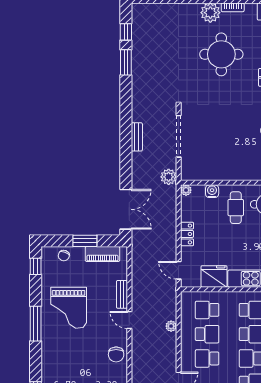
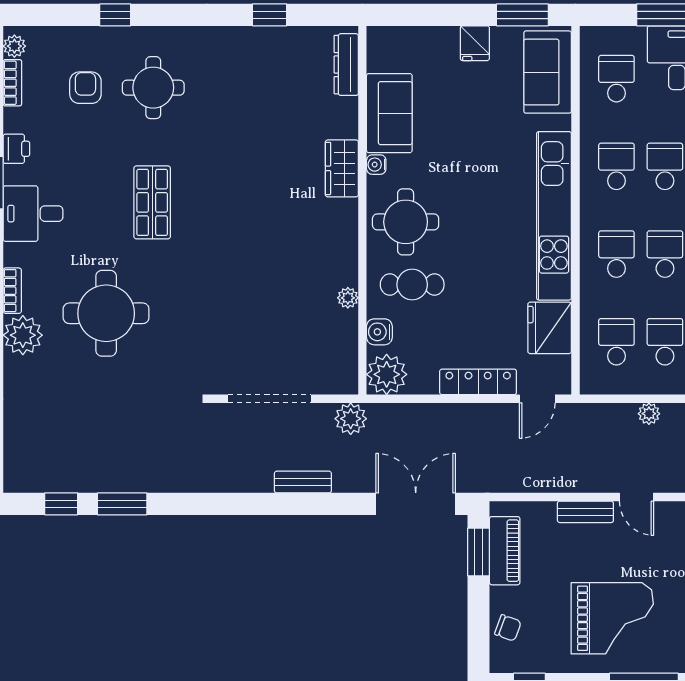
bench: (137, 137) -> (303, 482), moved
plant: (229, 175) -> (348, 298), added
plant: (186, 190) -> (387, 374), width x1.88, depth x1.88
locker: (187, 234) -> (478, 382), width x1.53
window: (85, 241) -> (478, 552), moved
school desk: (207, 310) -> (616, 342), turned 180
door: (129, 320) -> (637, 497), hinge flipped

